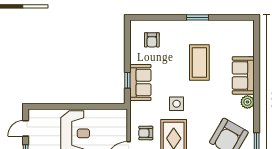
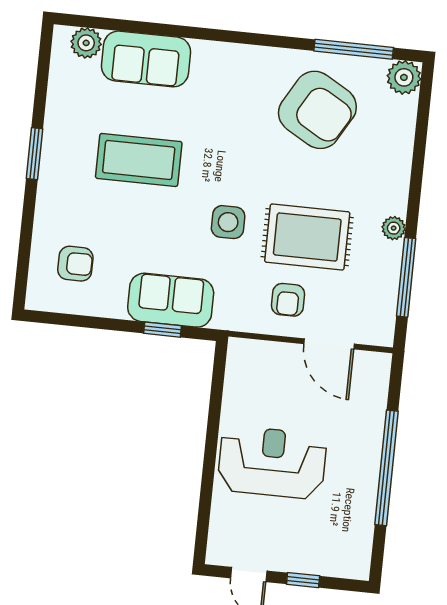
sofa: (243, 75) -> (146, 59), moved
plant: (247, 102) -> (86, 43), moved

